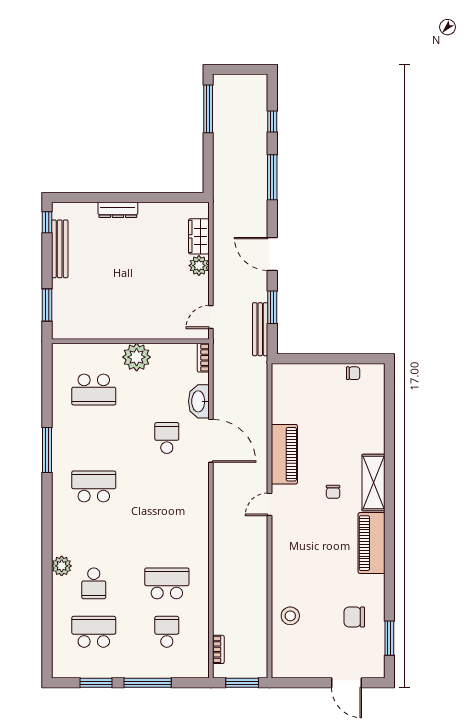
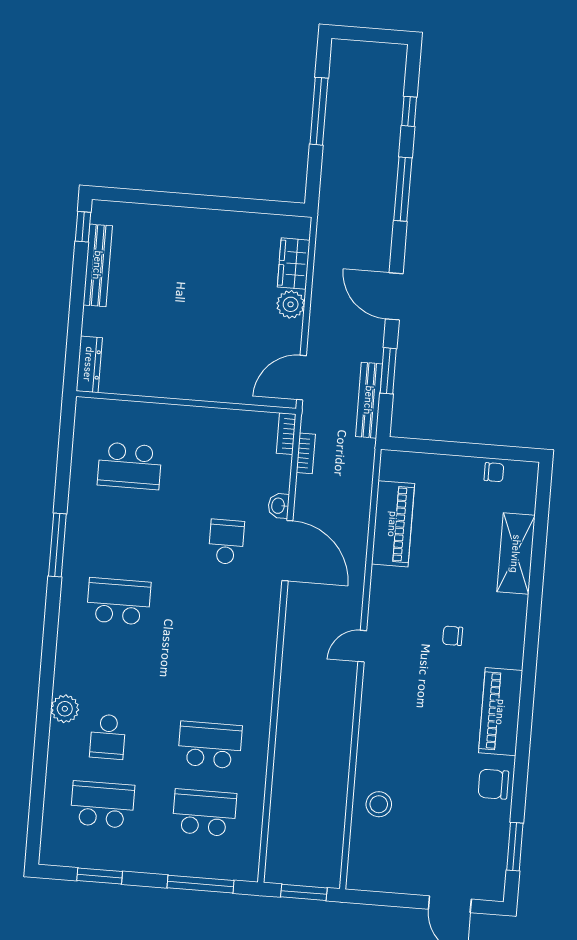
window: (208, 109) -> (319, 111), moved
dresser: (118, 210) -> (89, 364), moved, turned -90
window: (47, 305) -> (74, 342), removed
door: (211, 317) -> (301, 378), width x1.38
plant: (137, 357) -> (193, 425), removed
washbasin: (199, 401) -> (279, 506), width x0.52, depth x0.69
piano: (284, 454) -> (393, 524), moved
shelving: (373, 483) -> (516, 554), moved
chair: (333, 492) -> (453, 636), turned 90
chair: (354, 617) -> (493, 784), moved
school desk: (167, 632) -> (204, 813), width x1.85
bookcase: (218, 649) -> (306, 453), moved
window: (148, 683) -> (200, 884), moved

